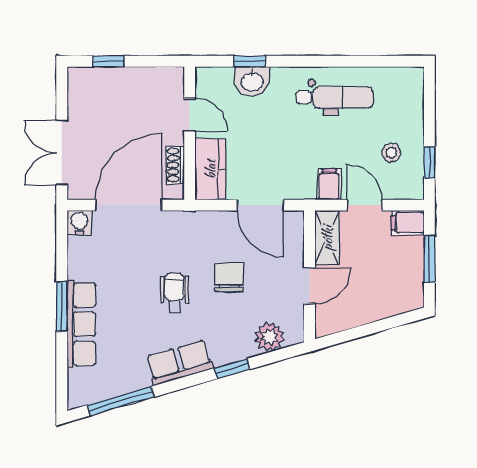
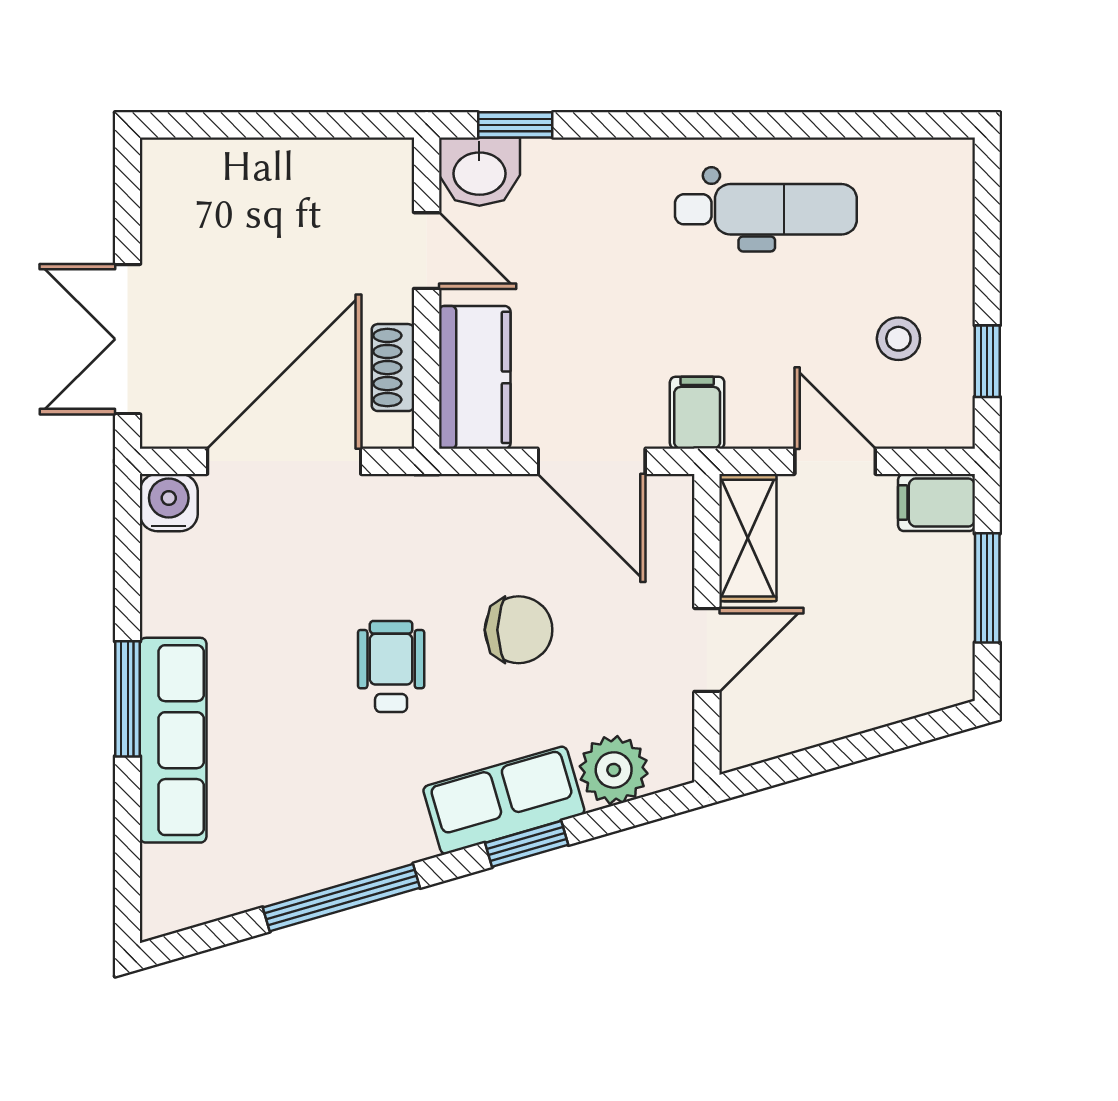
window: (108, 61) -> (236, 125), removed
window: (250, 61) -> (515, 125), moved
washbasin: (252, 81) -> (479, 172), moved
filing cabinet: (329, 184) -> (697, 413), moved
chair: (229, 277) -> (519, 630), turned 90
row of seats: (180, 363) -> (504, 800), moved
window: (121, 401) -> (341, 898), moved

